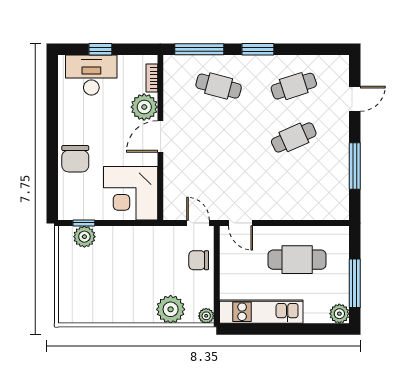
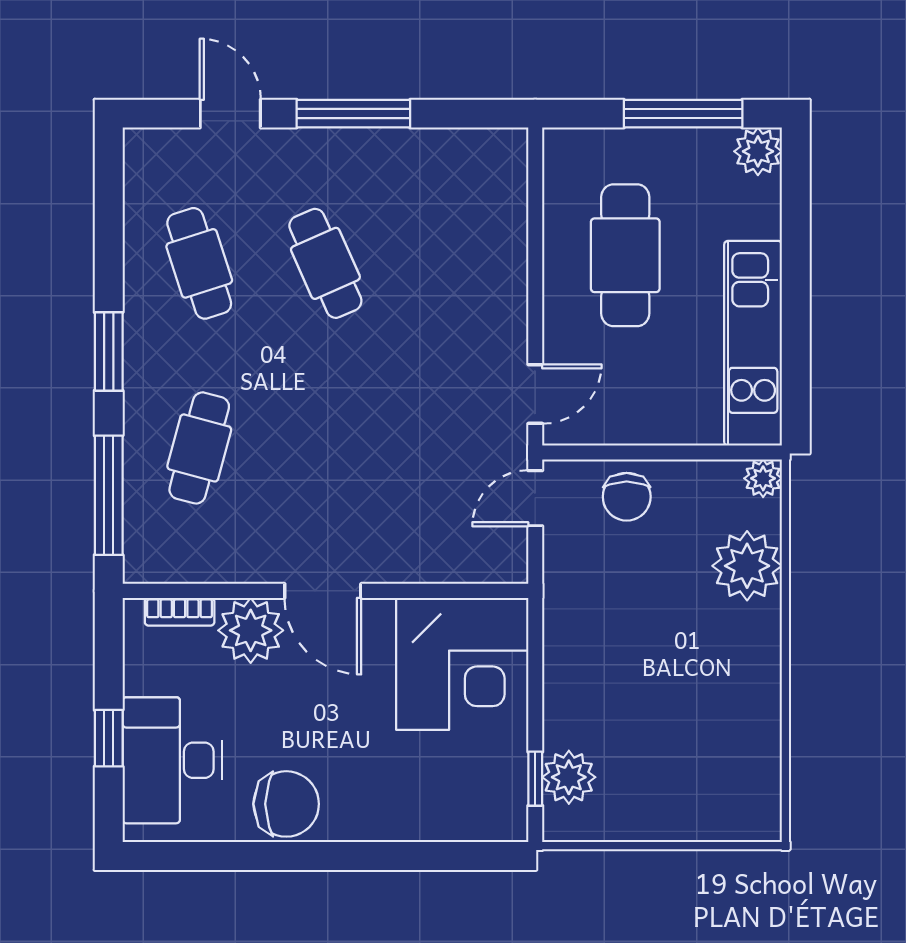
chair: (75, 159) -> (286, 804), moved
window: (355, 166) -> (353, 114), moved

